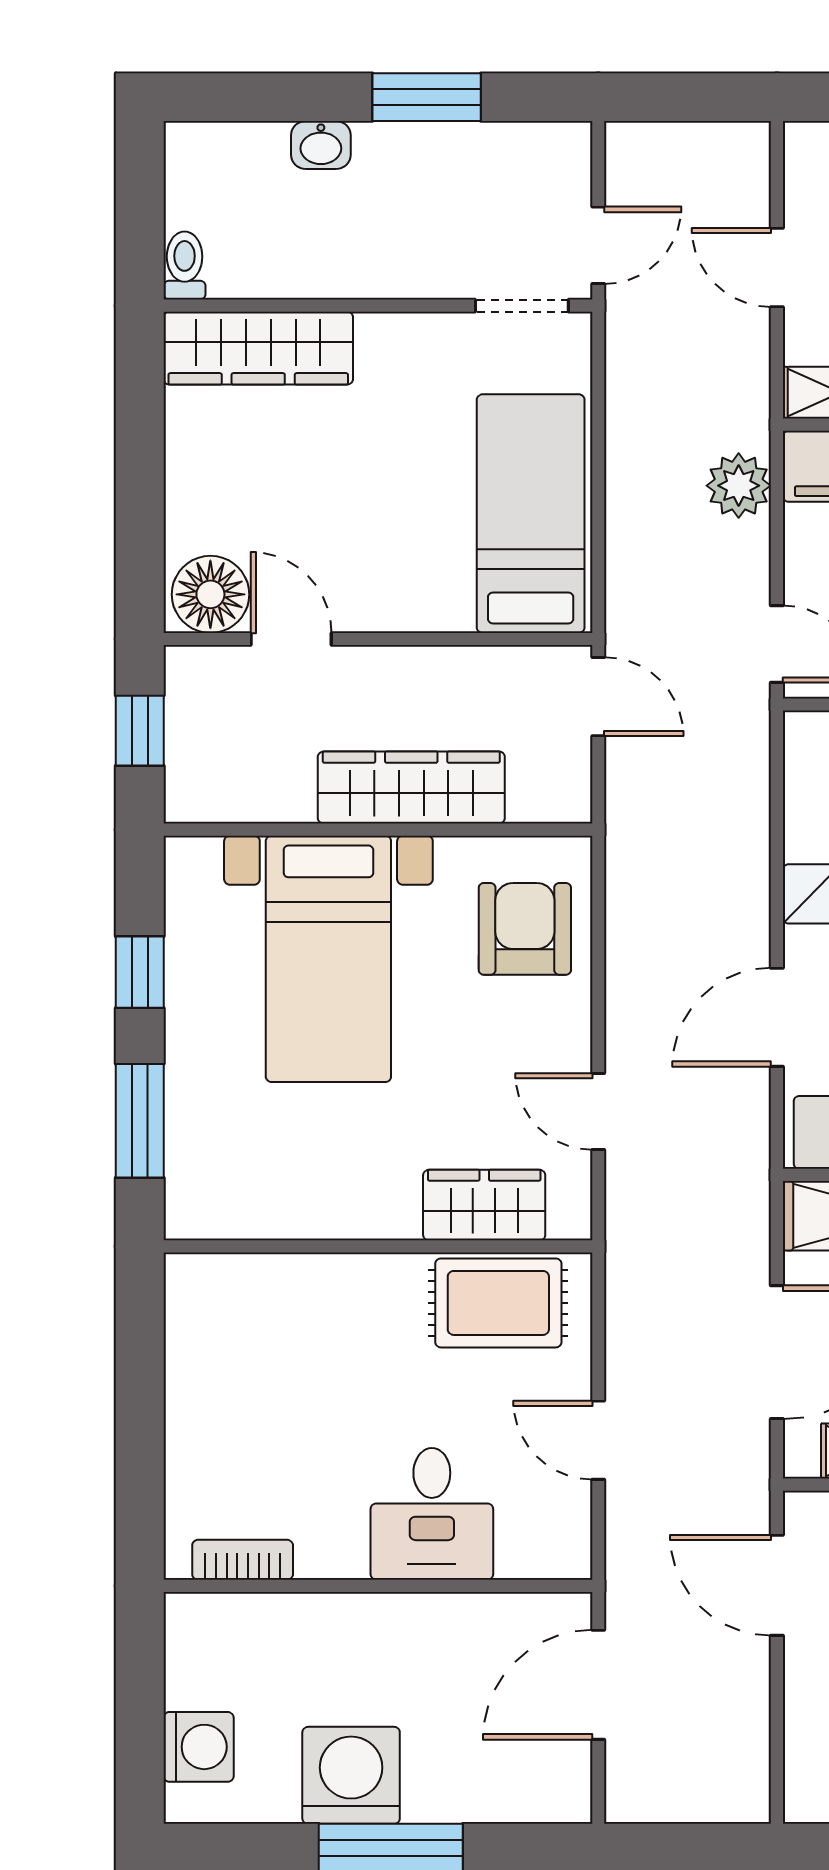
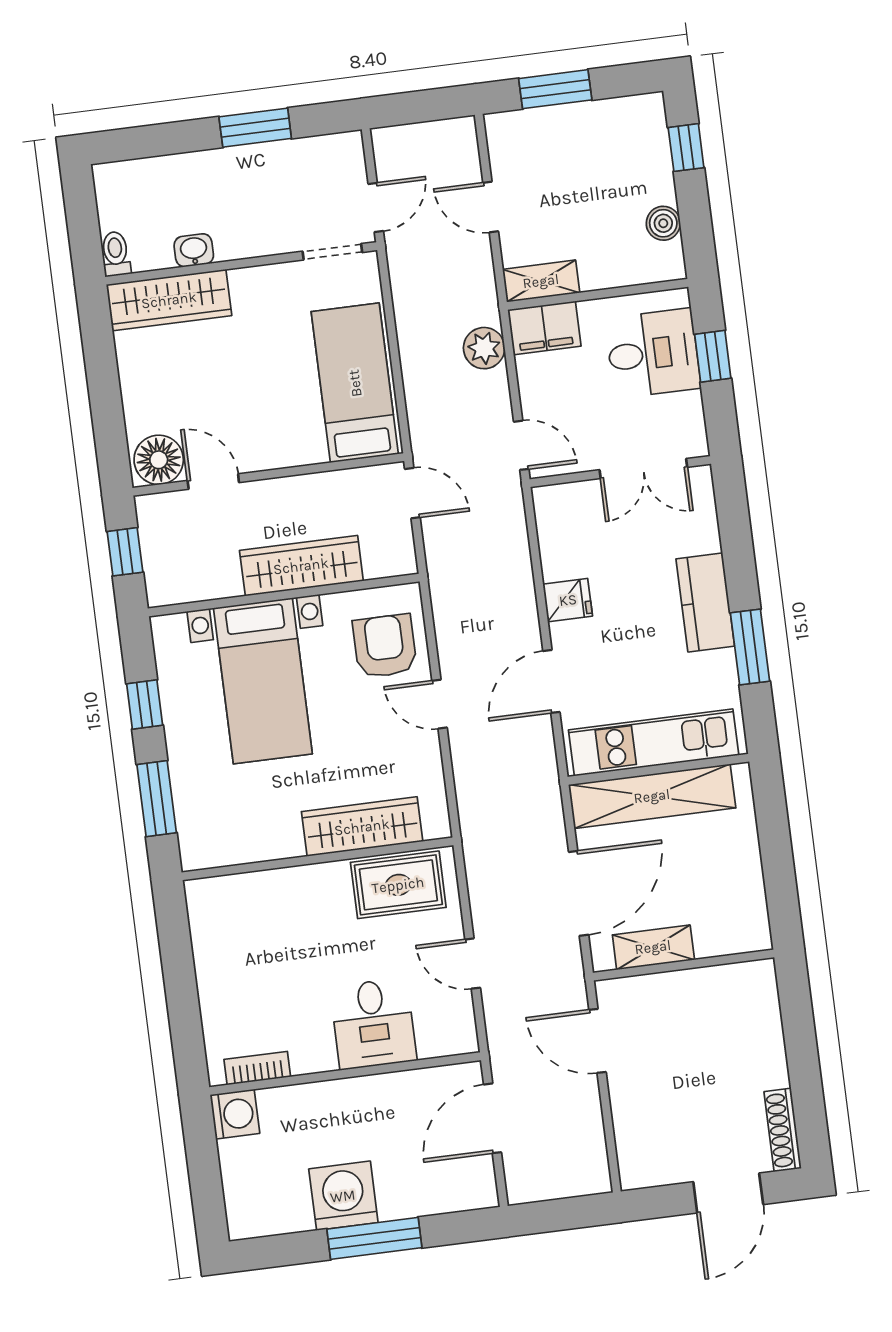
washbasin: (321, 145) -> (194, 250), moved, turned 180
door: (598, 1111) -> (439, 704), moved
wardrobe: (484, 1205) -> (362, 827), width x1.50
washing machine: (199, 1747) -> (235, 1114), moved

